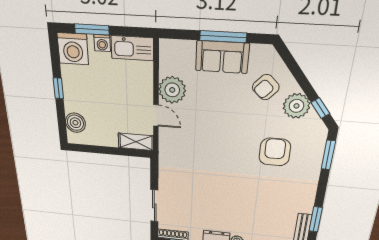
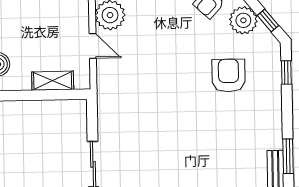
shelving: (136, 142) -> (53, 81), moved
window: (328, 155) -> (286, 72), width x0.67

